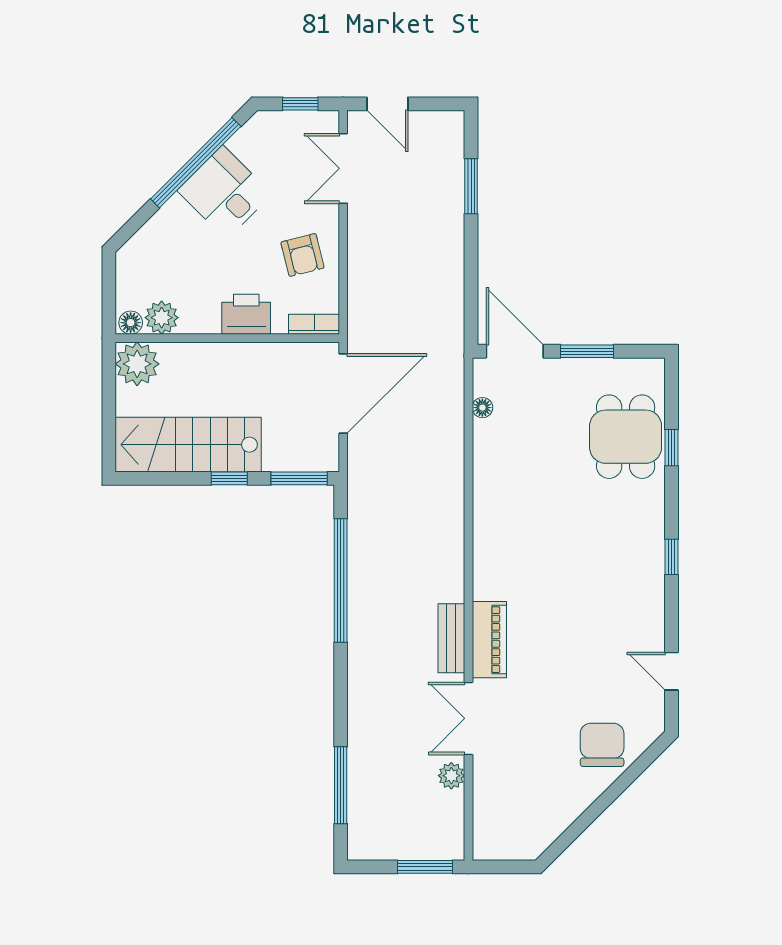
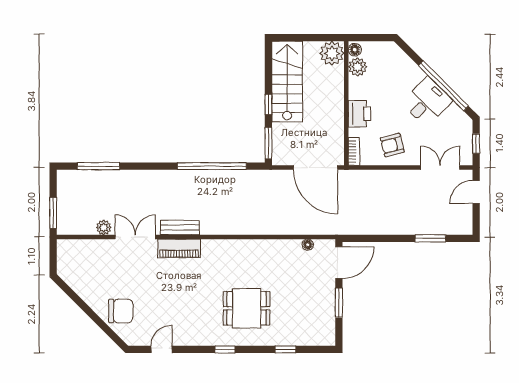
dining table: (626, 437) -> (247, 308), moved

